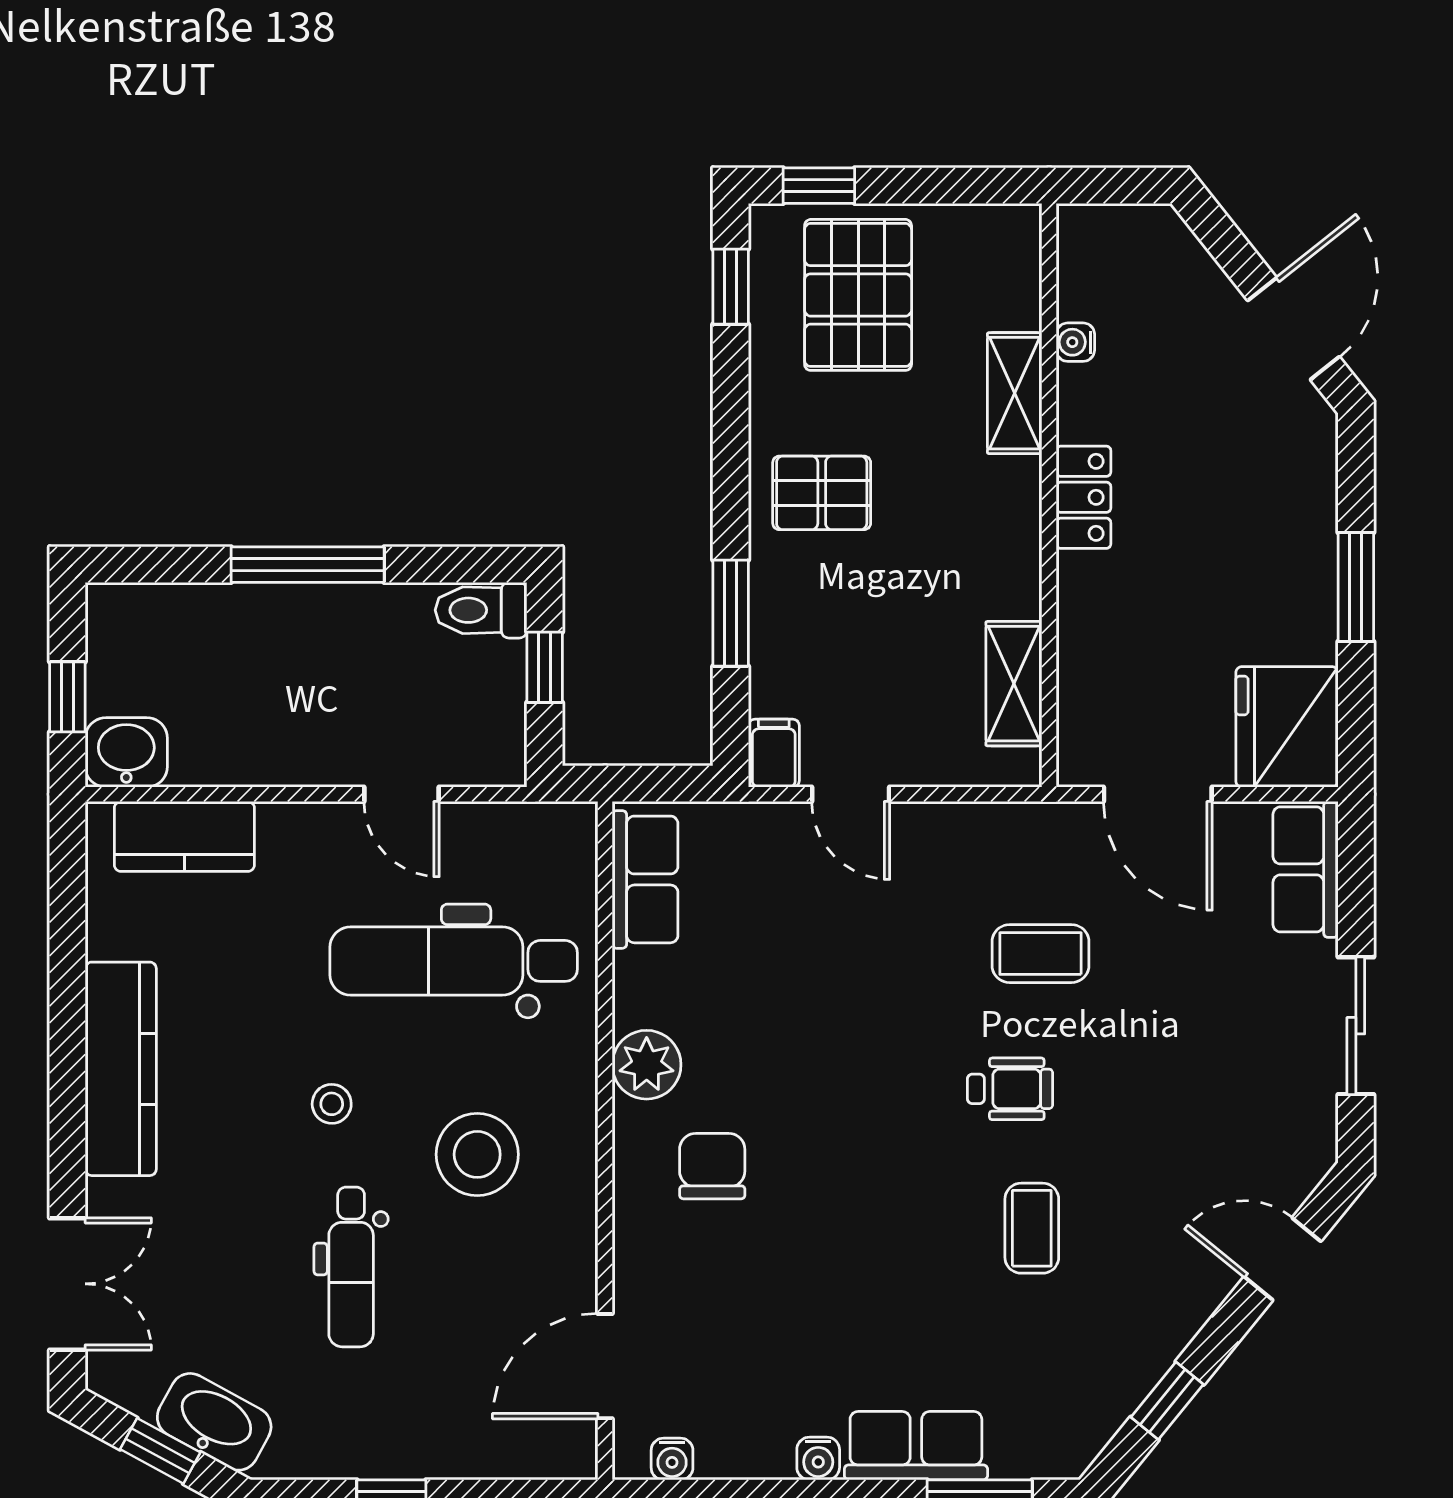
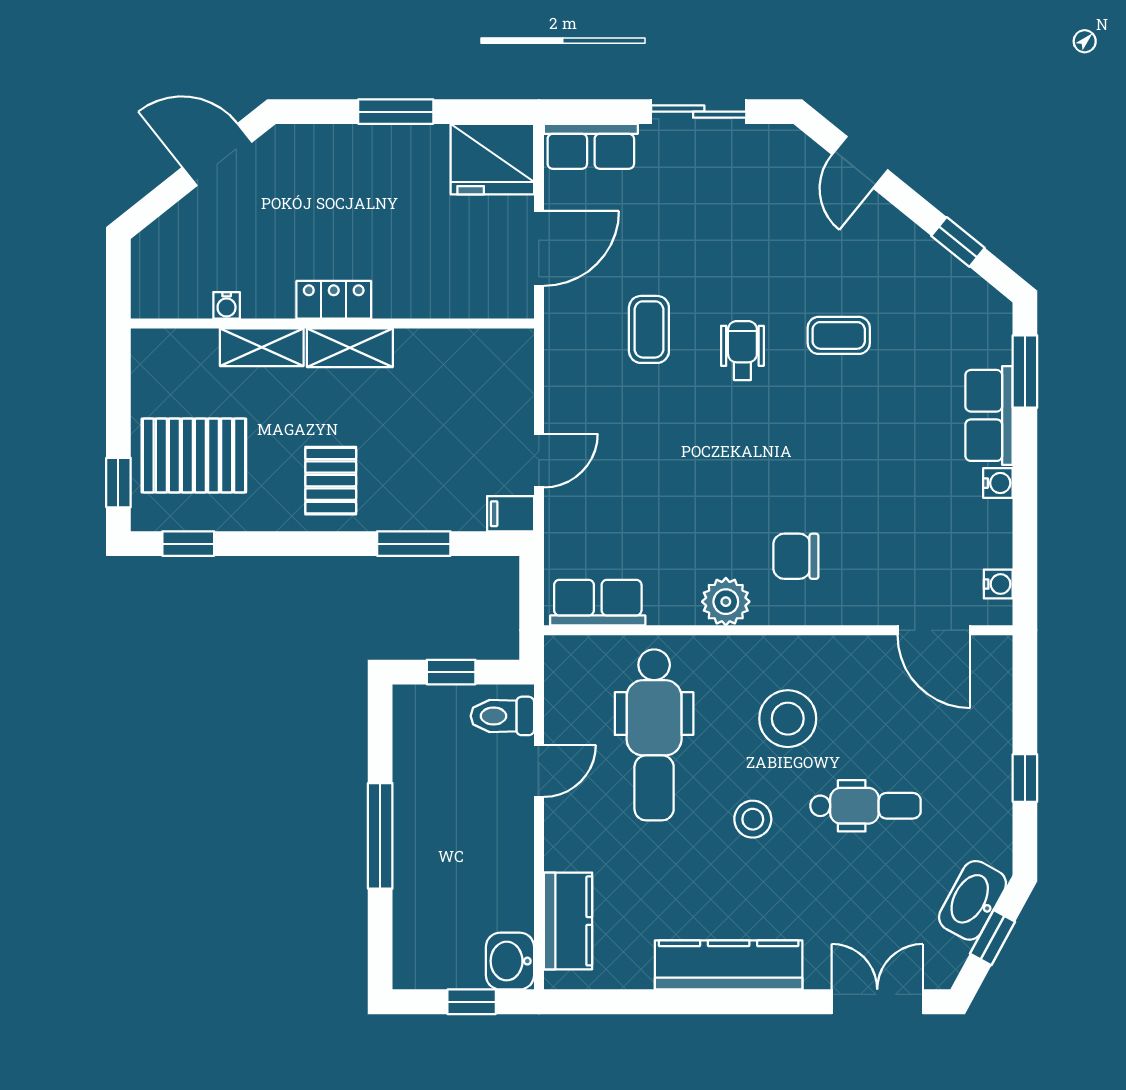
toilet: (481, 610) -> (502, 716), moved, turned 90
shelving: (1014, 684) -> (350, 348), moved
stool: (332, 1104) -> (753, 819), width x1.37, depth x1.37

